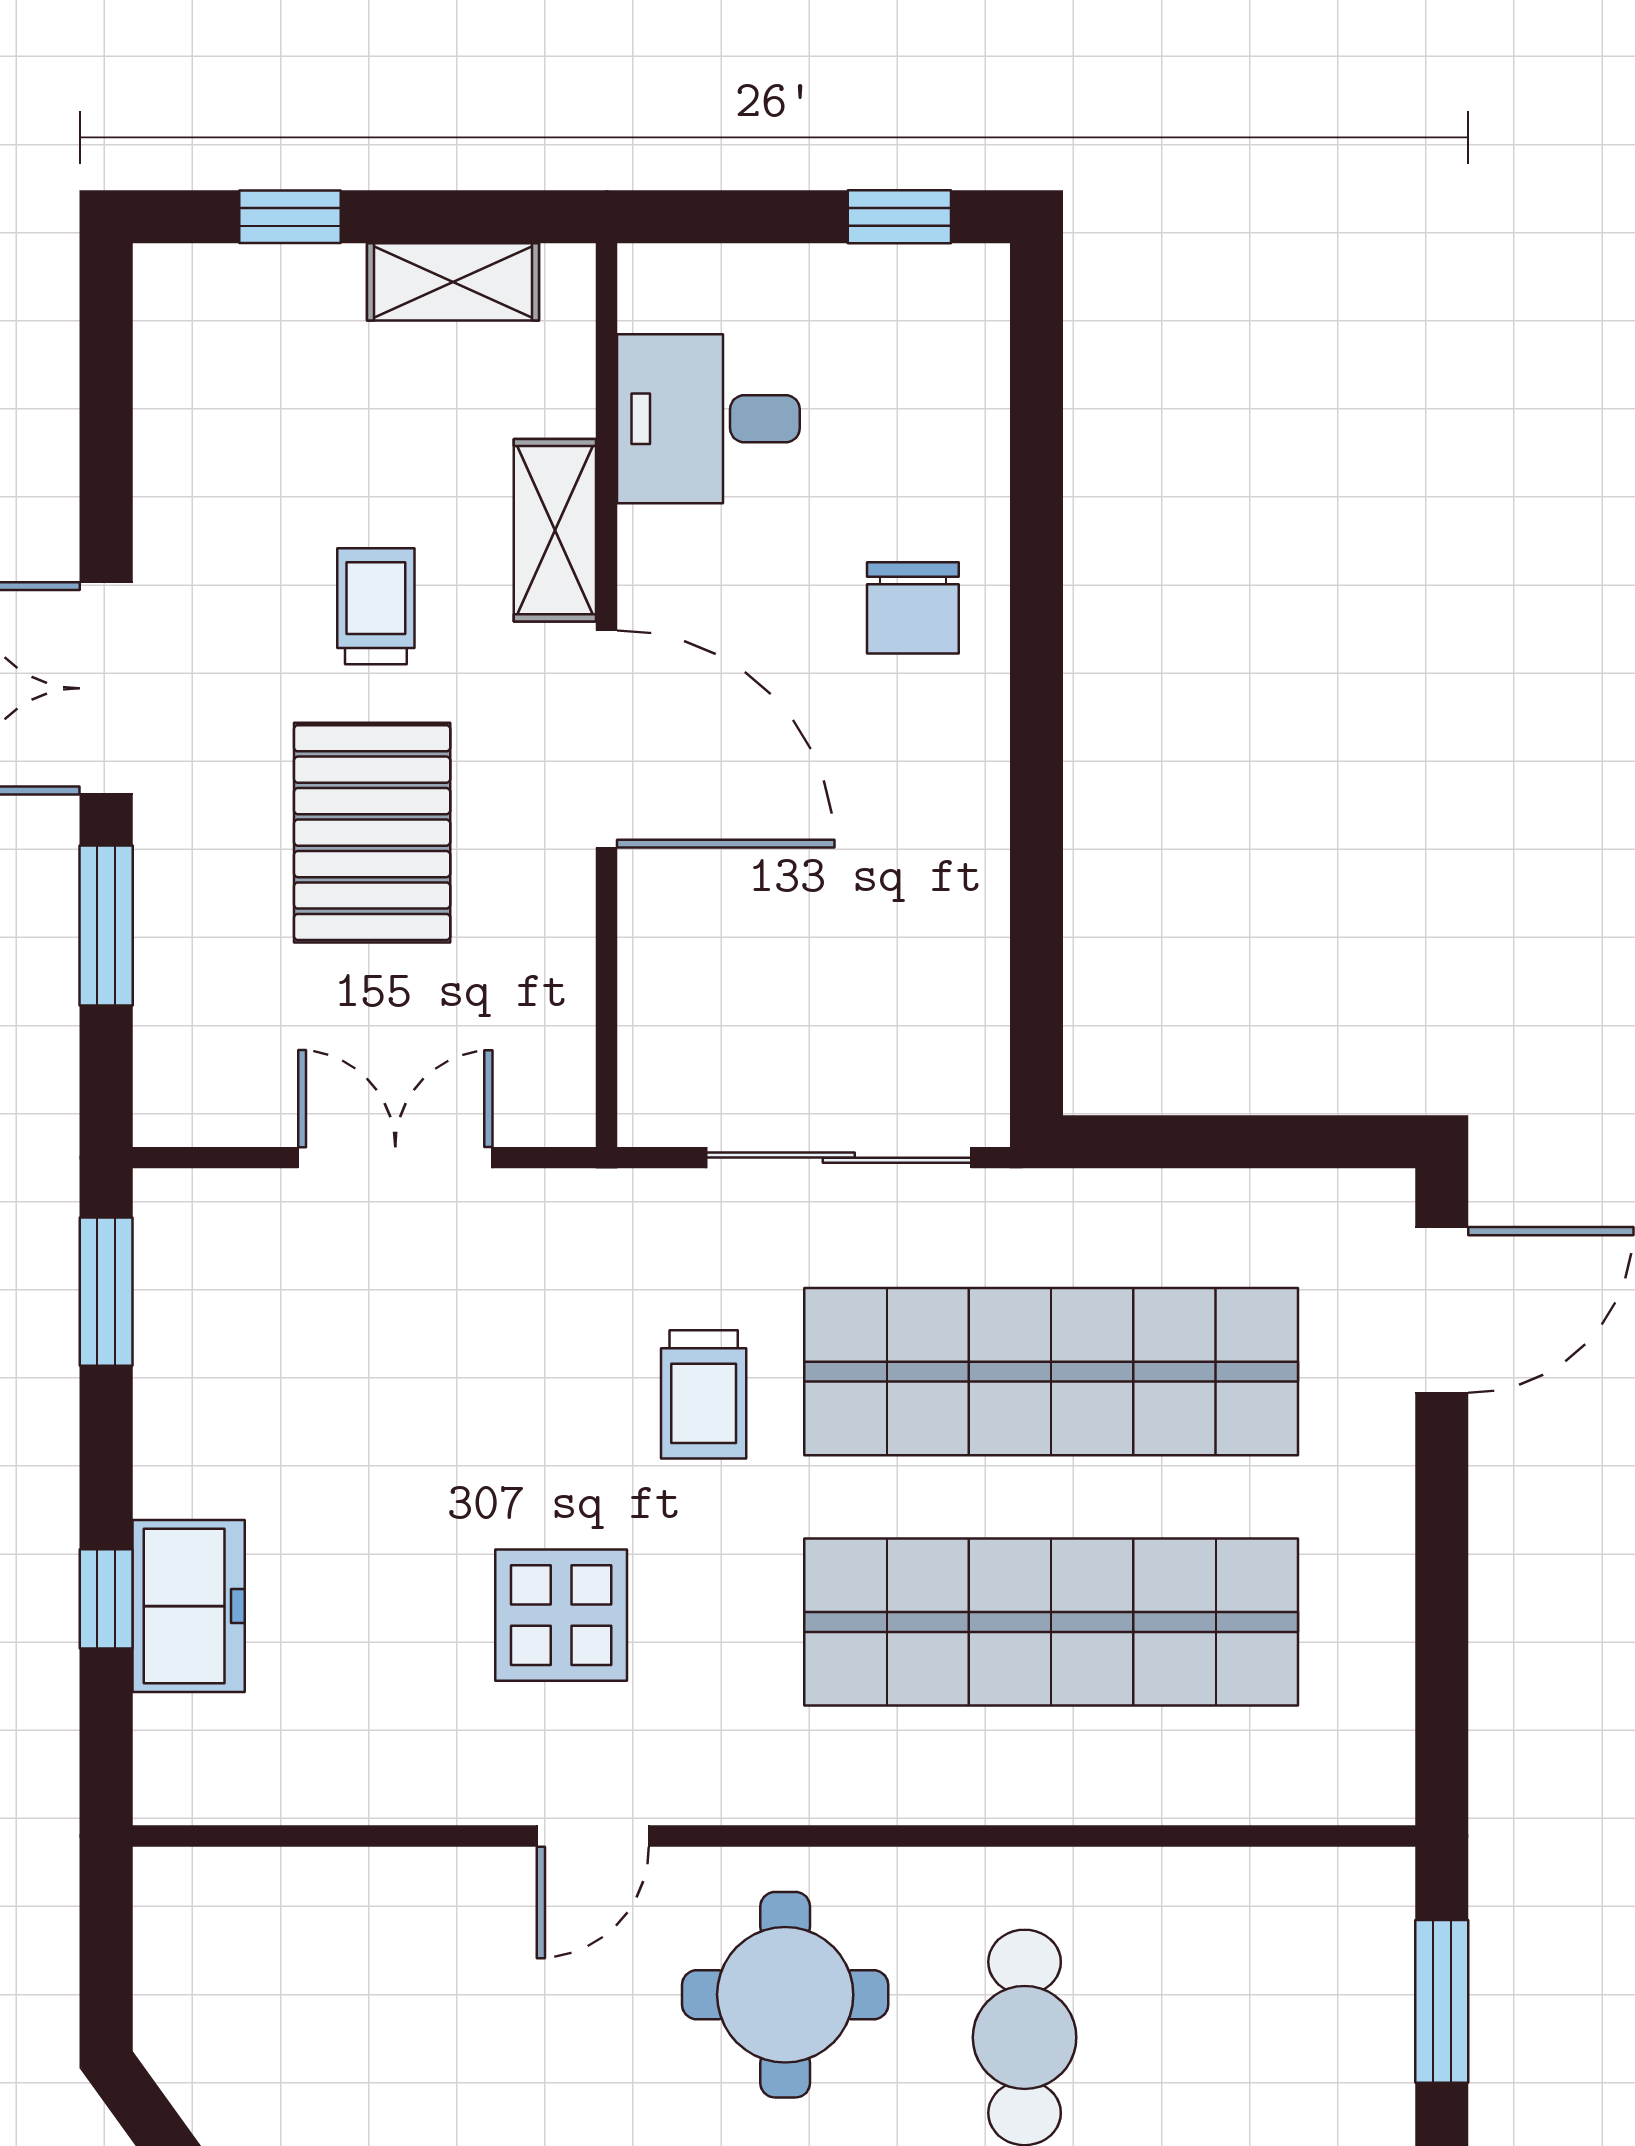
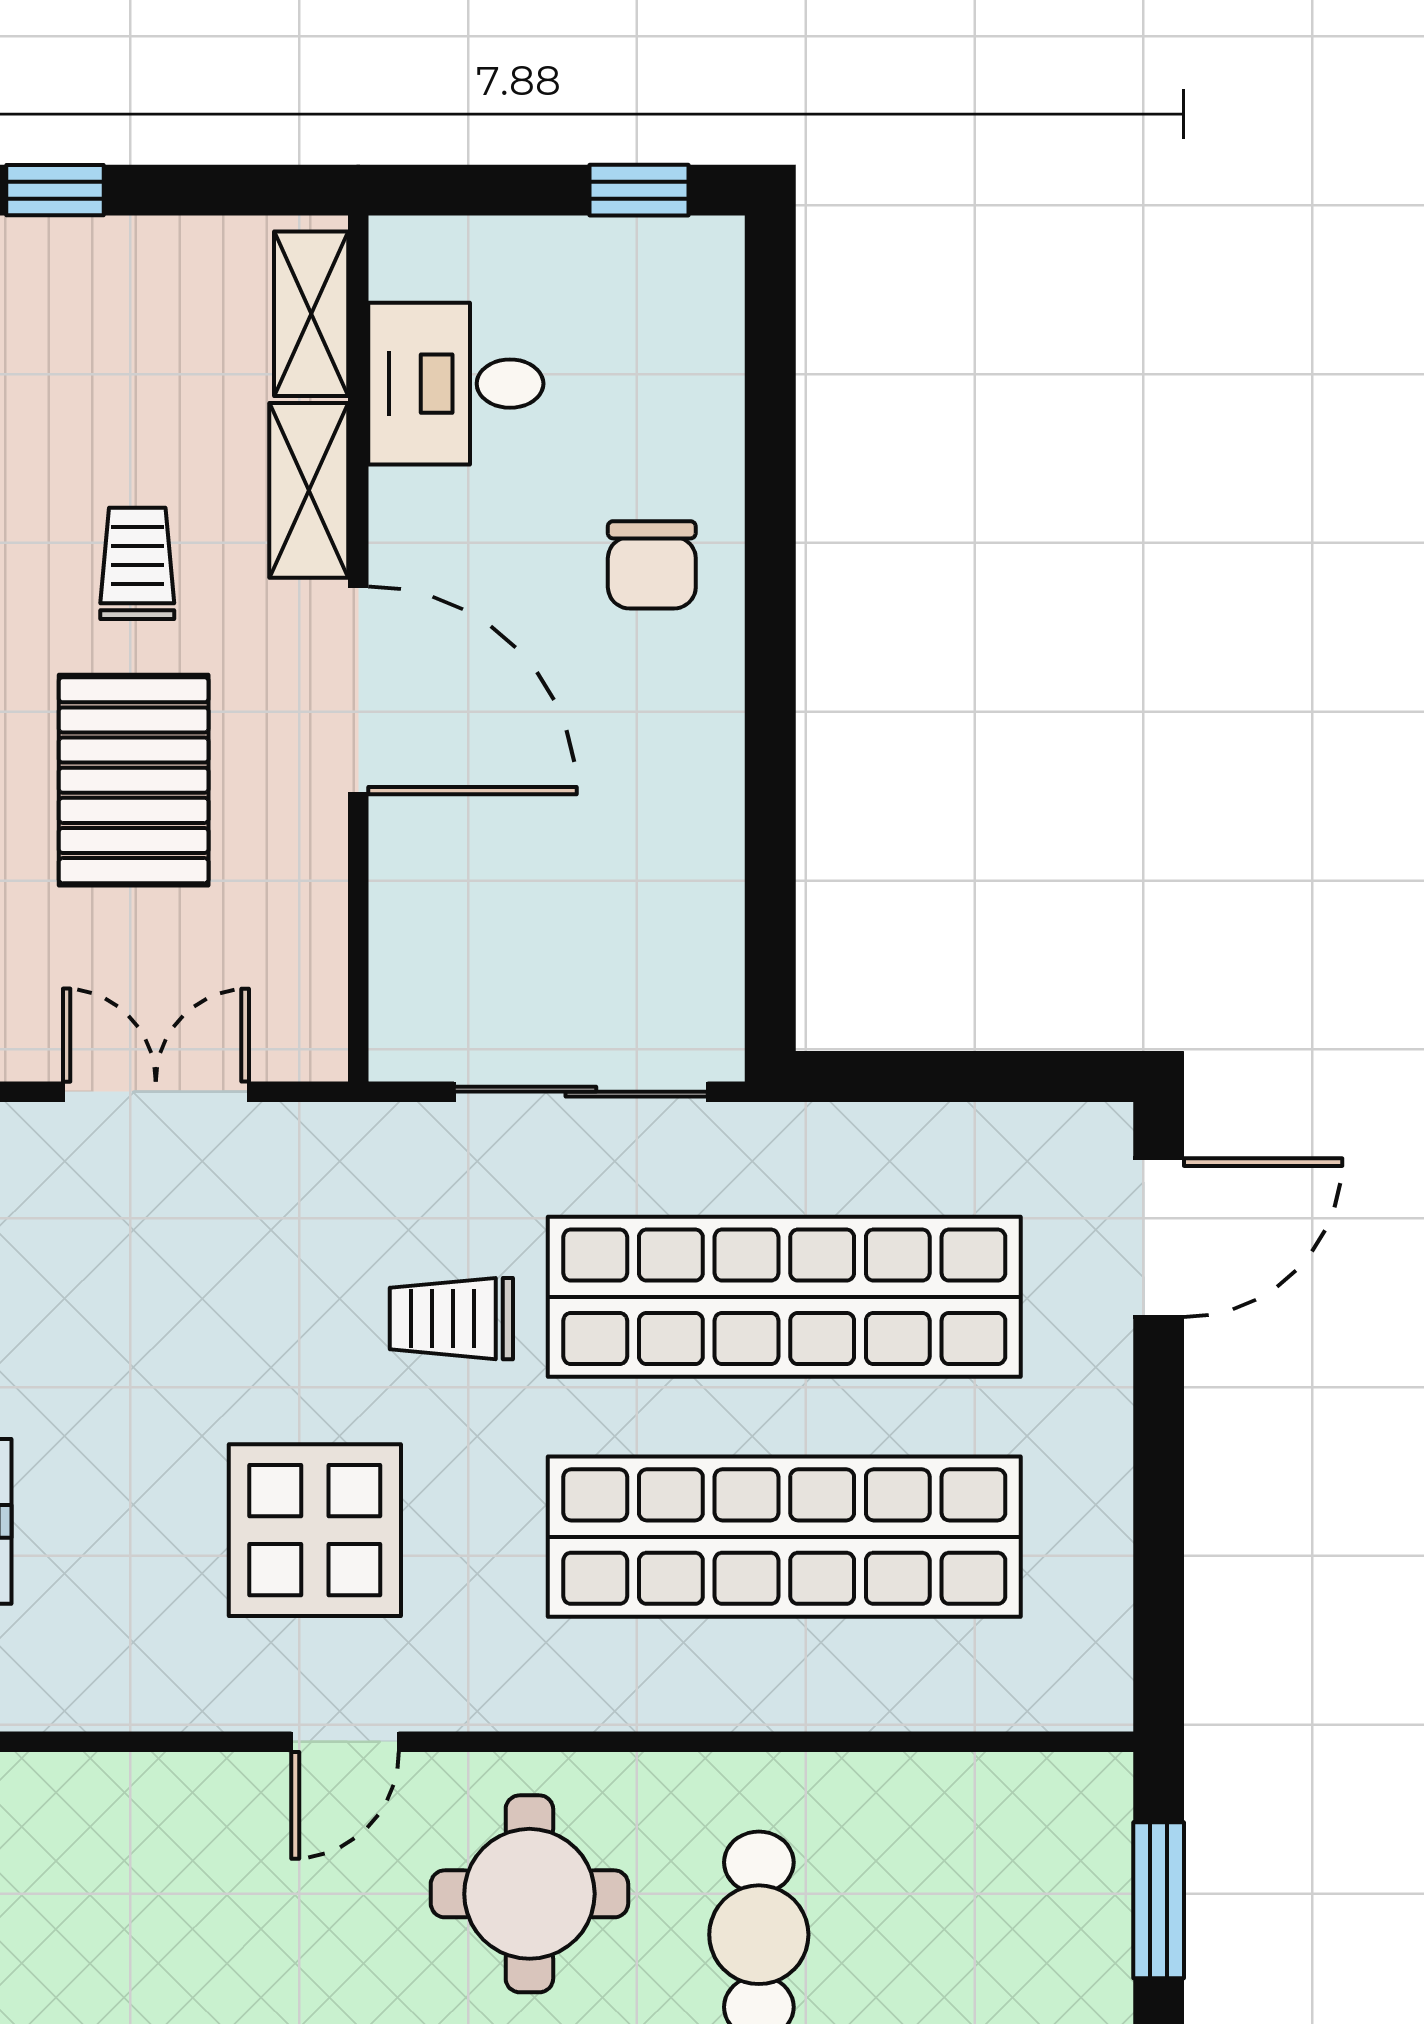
shelving: (453, 282) -> (311, 314), moved, turned 90
trolley: (704, 1394) -> (451, 1319), turned 90
display table: (561, 1615) -> (315, 1530), width x1.36, depth x1.36

